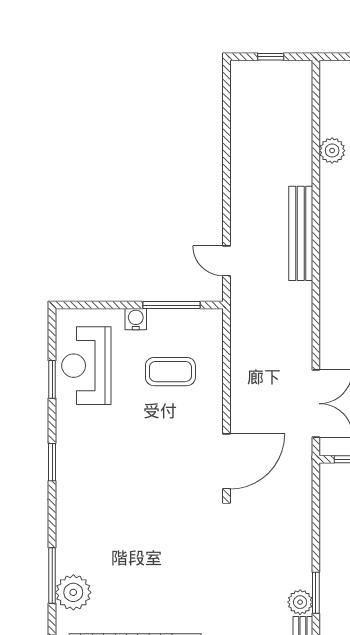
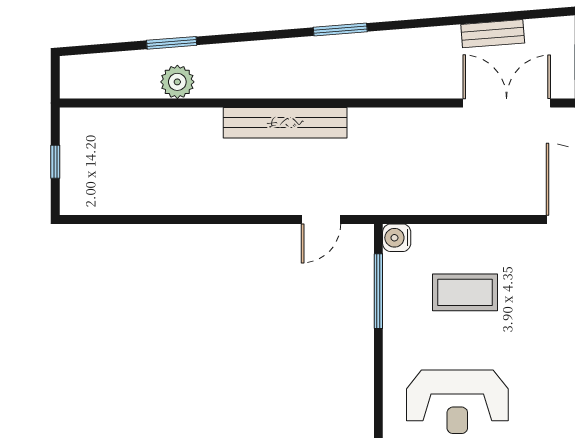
water cooler: (136, 319) -> (397, 238), moved
coffee table: (170, 372) -> (465, 292), turned 90

